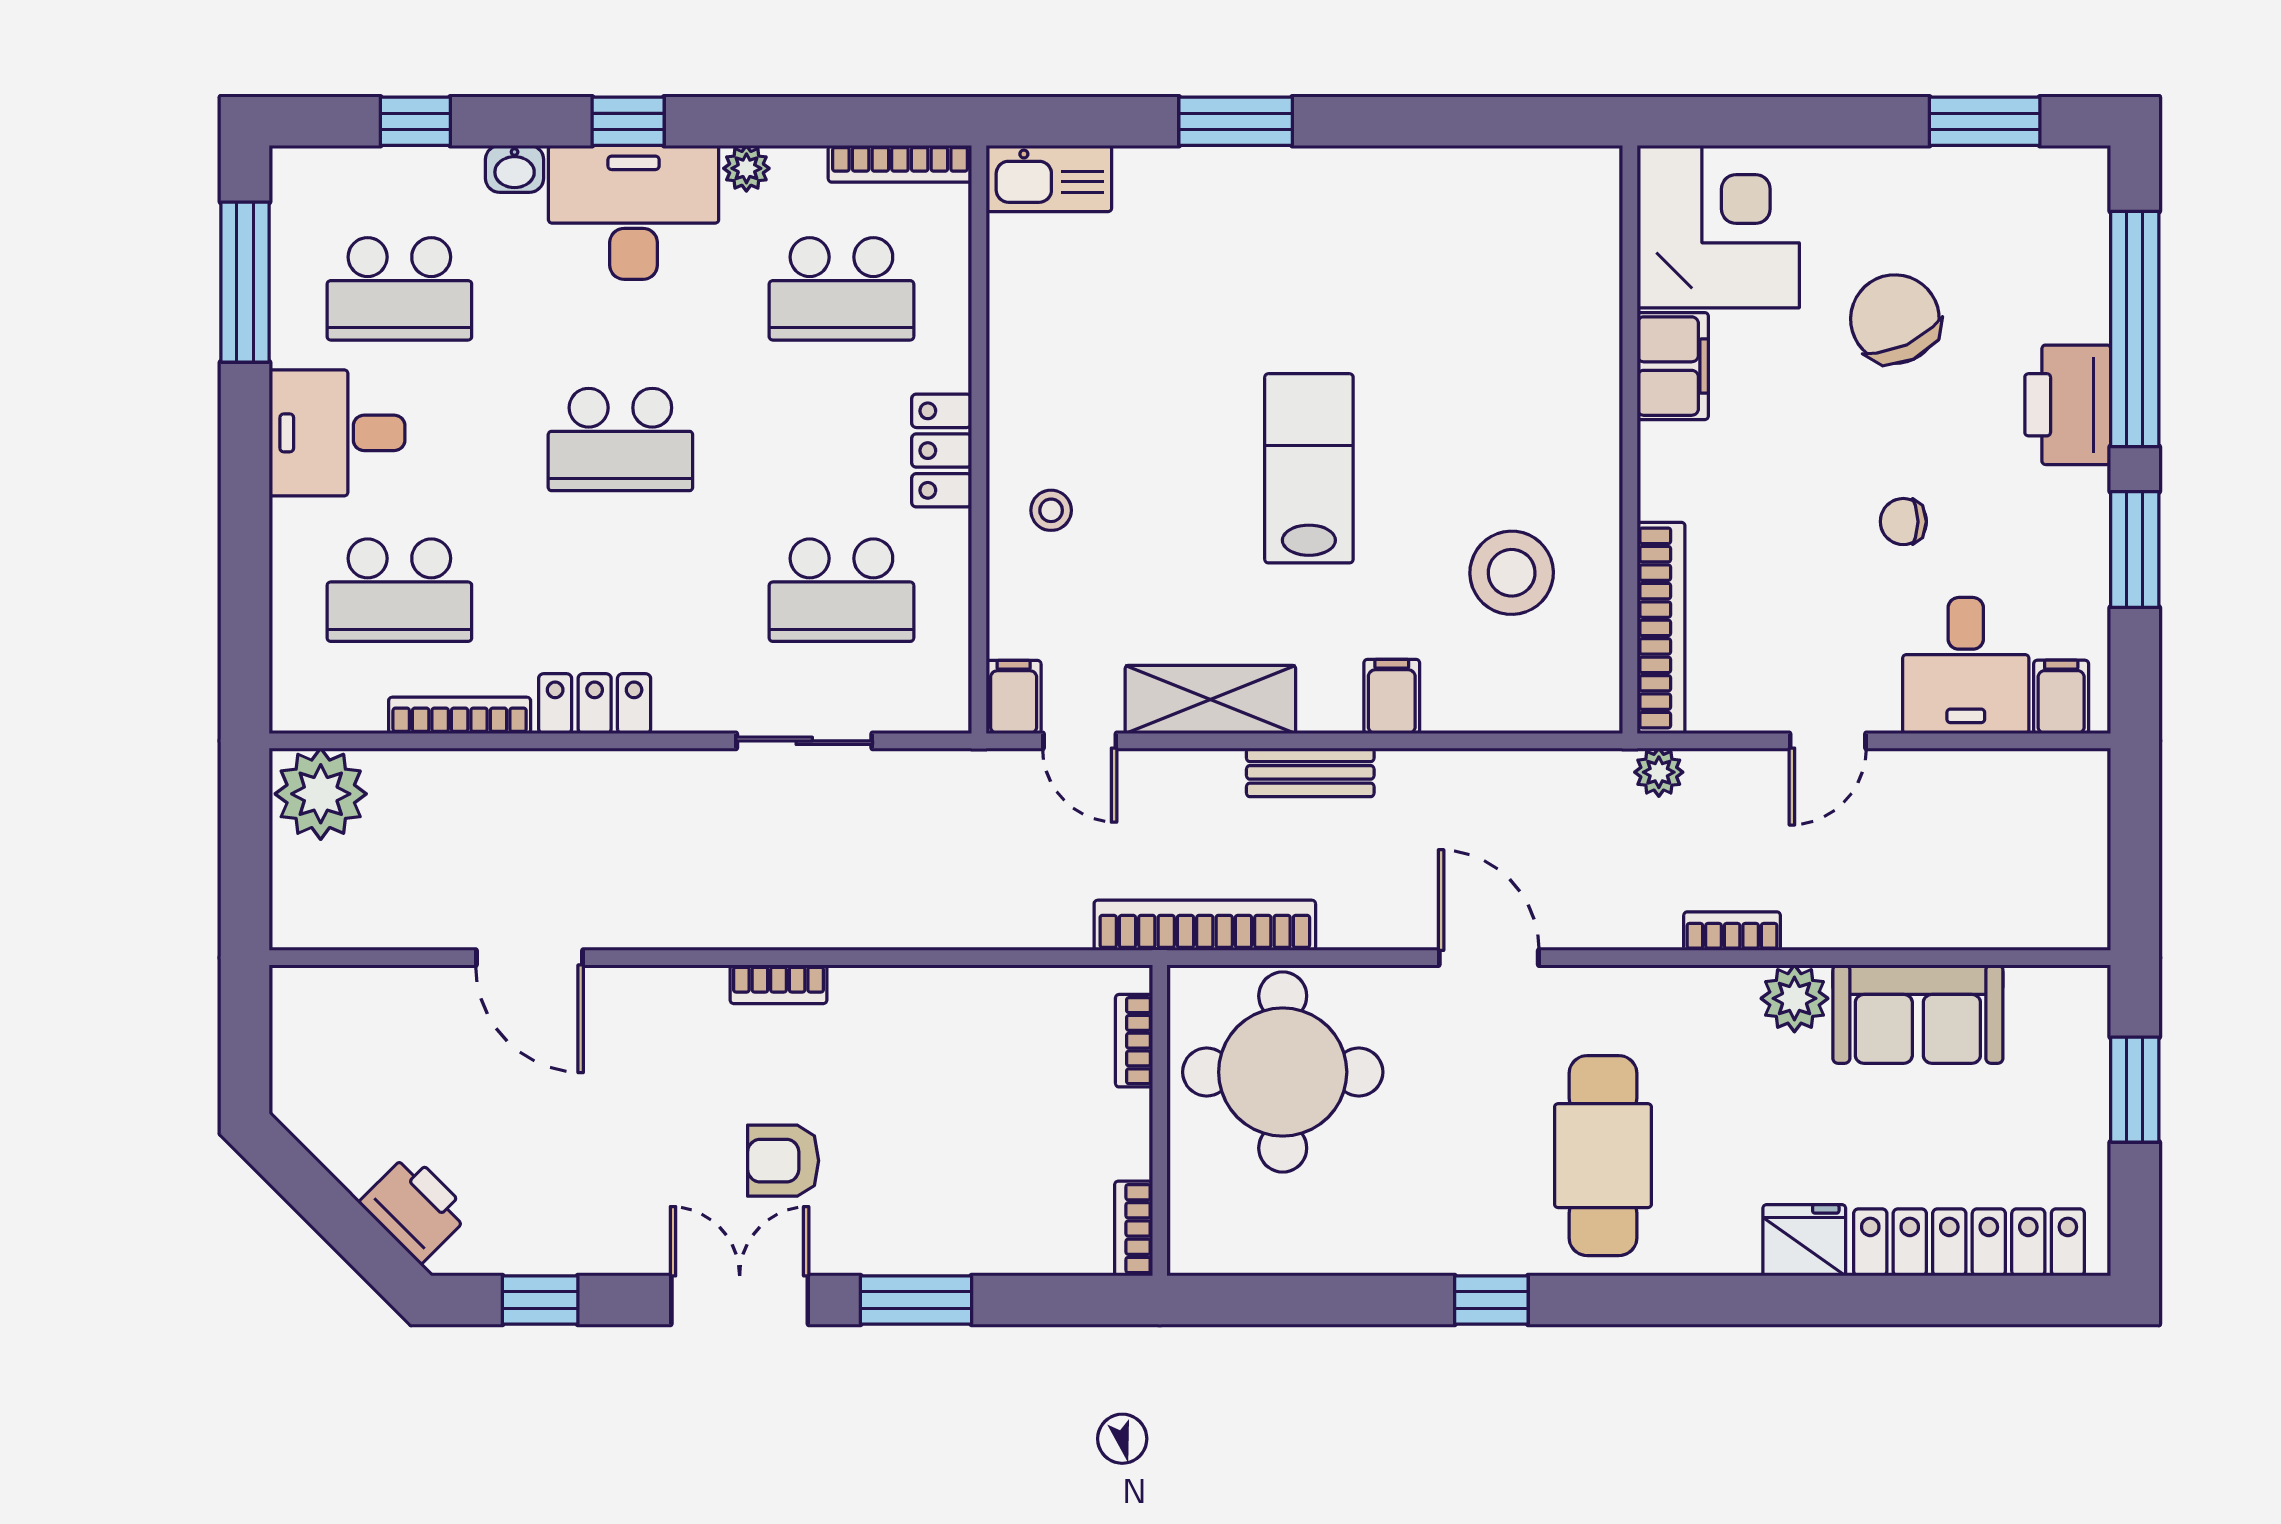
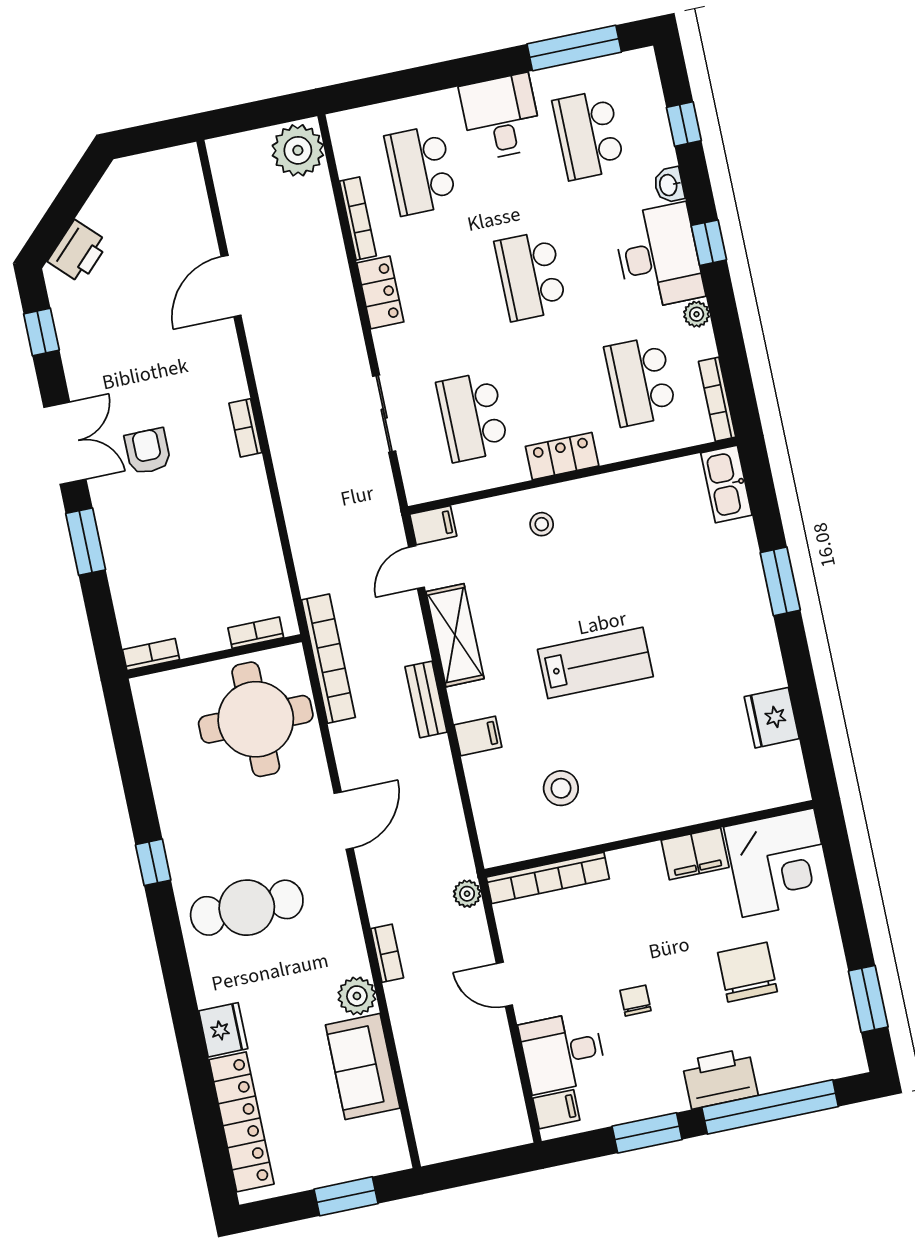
fridge: (1467, 185) -> (772, 718), added
chair: (1895, 319) -> (747, 972), turned -65
stool: (1512, 573) -> (561, 788), width x0.73, depth x0.73

